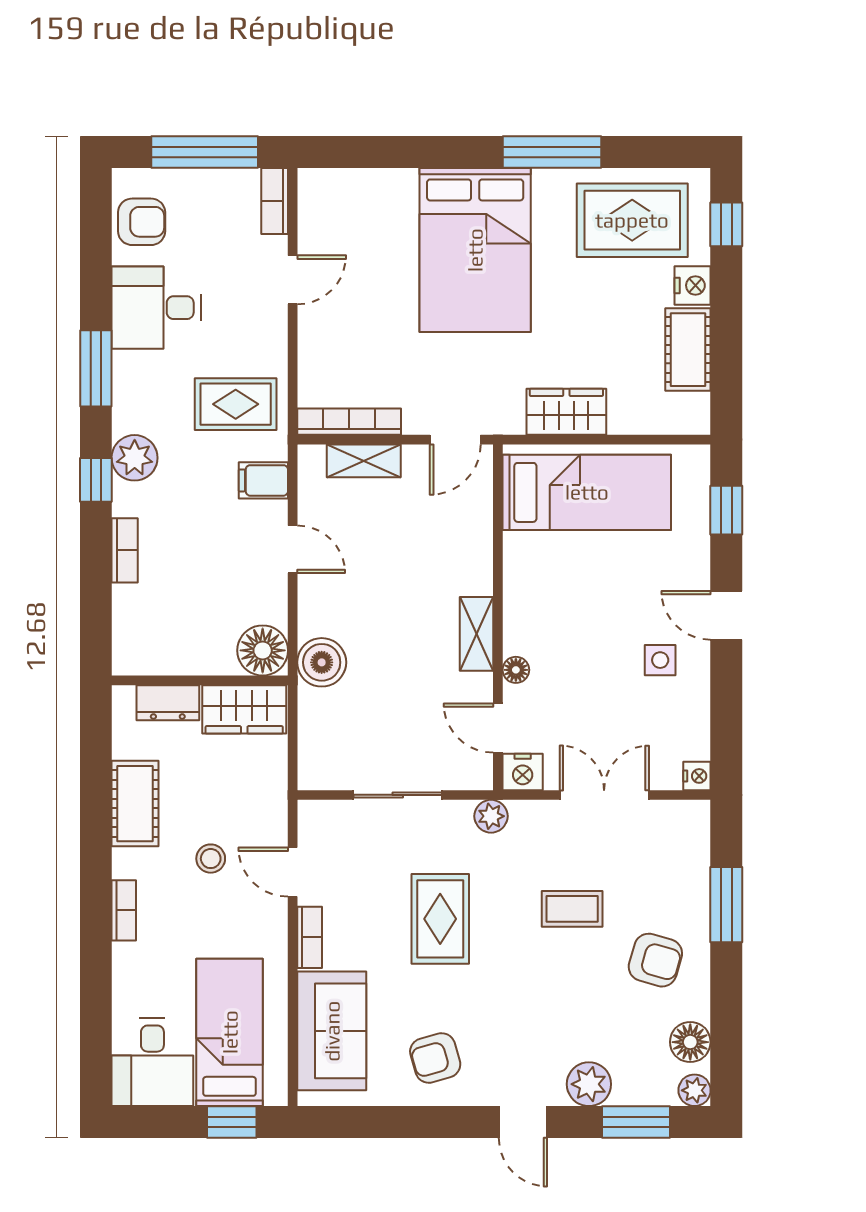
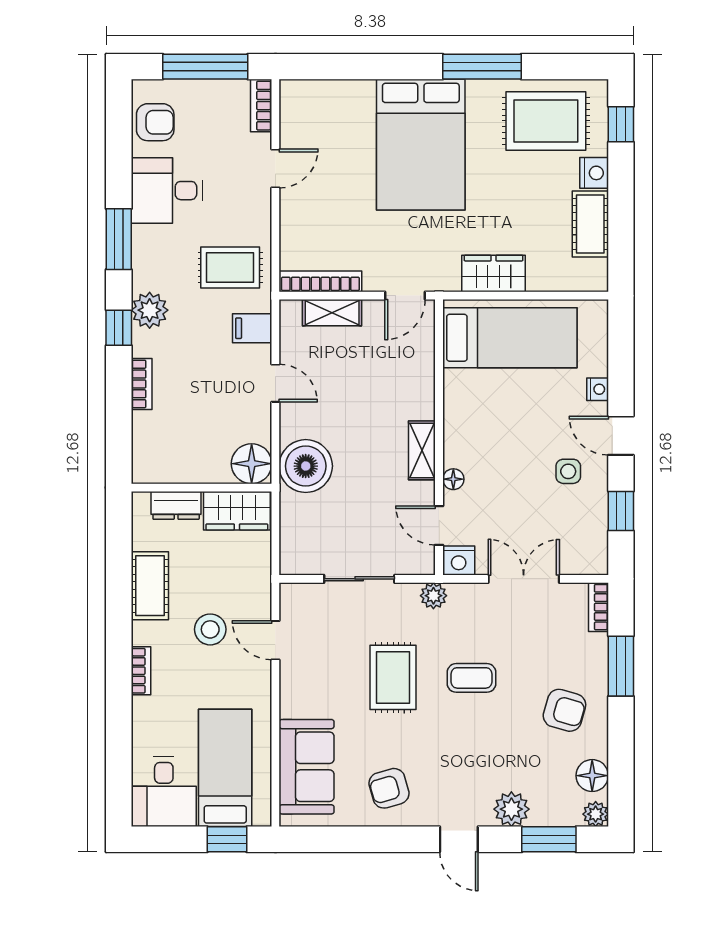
window: (726, 510) -> (621, 511), moved
boiler: (322, 662) -> (306, 466), width x1.37, depth x1.37
nightstand: (697, 776) -> (598, 389), moved
stool: (211, 859) -> (210, 629), width x1.37, depth x1.37
coffee table: (572, 909) -> (471, 678), moved
bookcase: (310, 937) -> (598, 607), moved, turned 180

